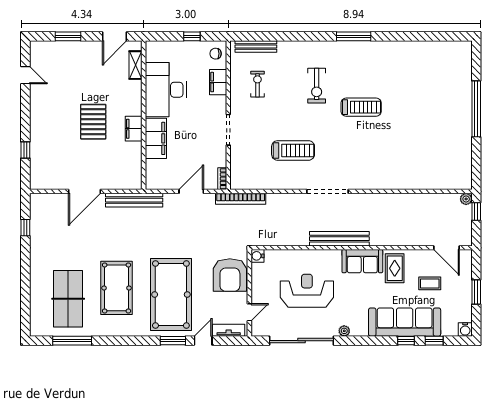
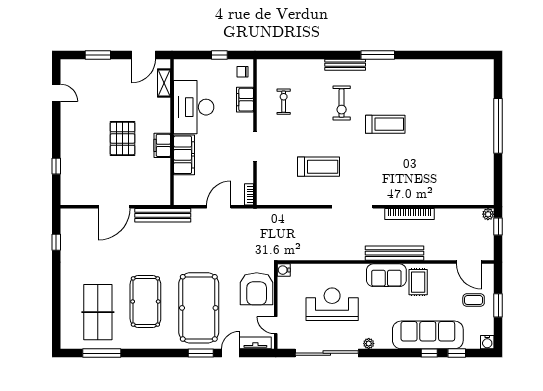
bench: (256, 47) -> (345, 65), moved
bookcase: (241, 199) -> (409, 214), moved
bench: (339, 239) -> (394, 253), moved
coffee table: (430, 283) -> (474, 300), moved
door: (249, 312) -> (276, 325), swing flipped

